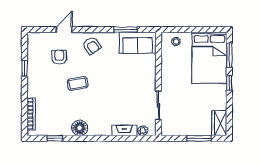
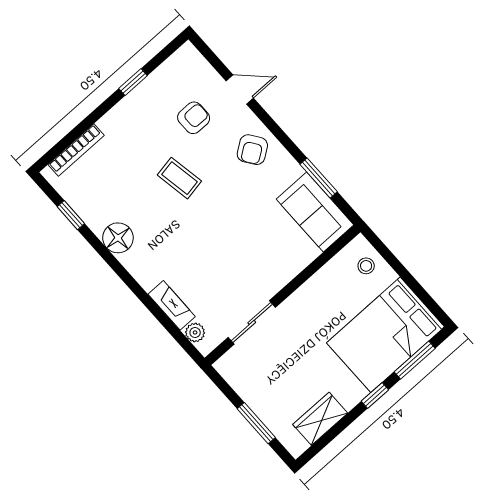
wardrobe: (219, 123) -> (320, 419), moved

